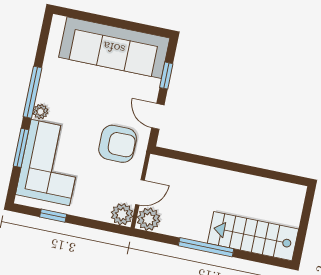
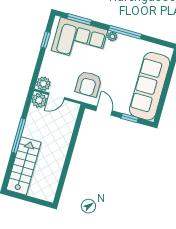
door: (158, 116) -> (104, 111), hinge flipped
window: (21, 148) -> (79, 19), moved
door: (140, 192) -> (57, 96), hinge flipped

